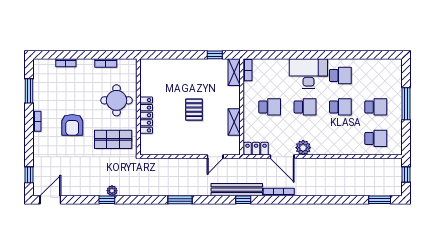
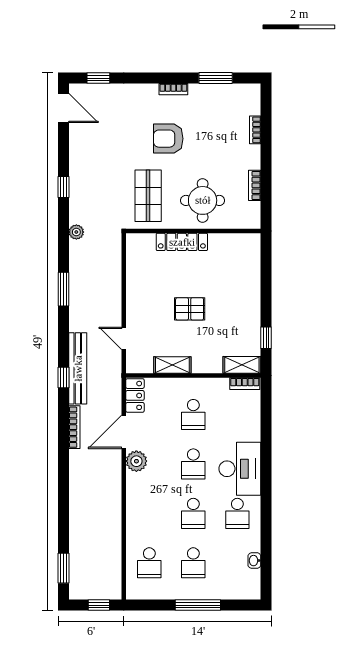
washbasin: (374, 63) -> (254, 561), added
plant: (112, 191) -> (76, 232), moved

